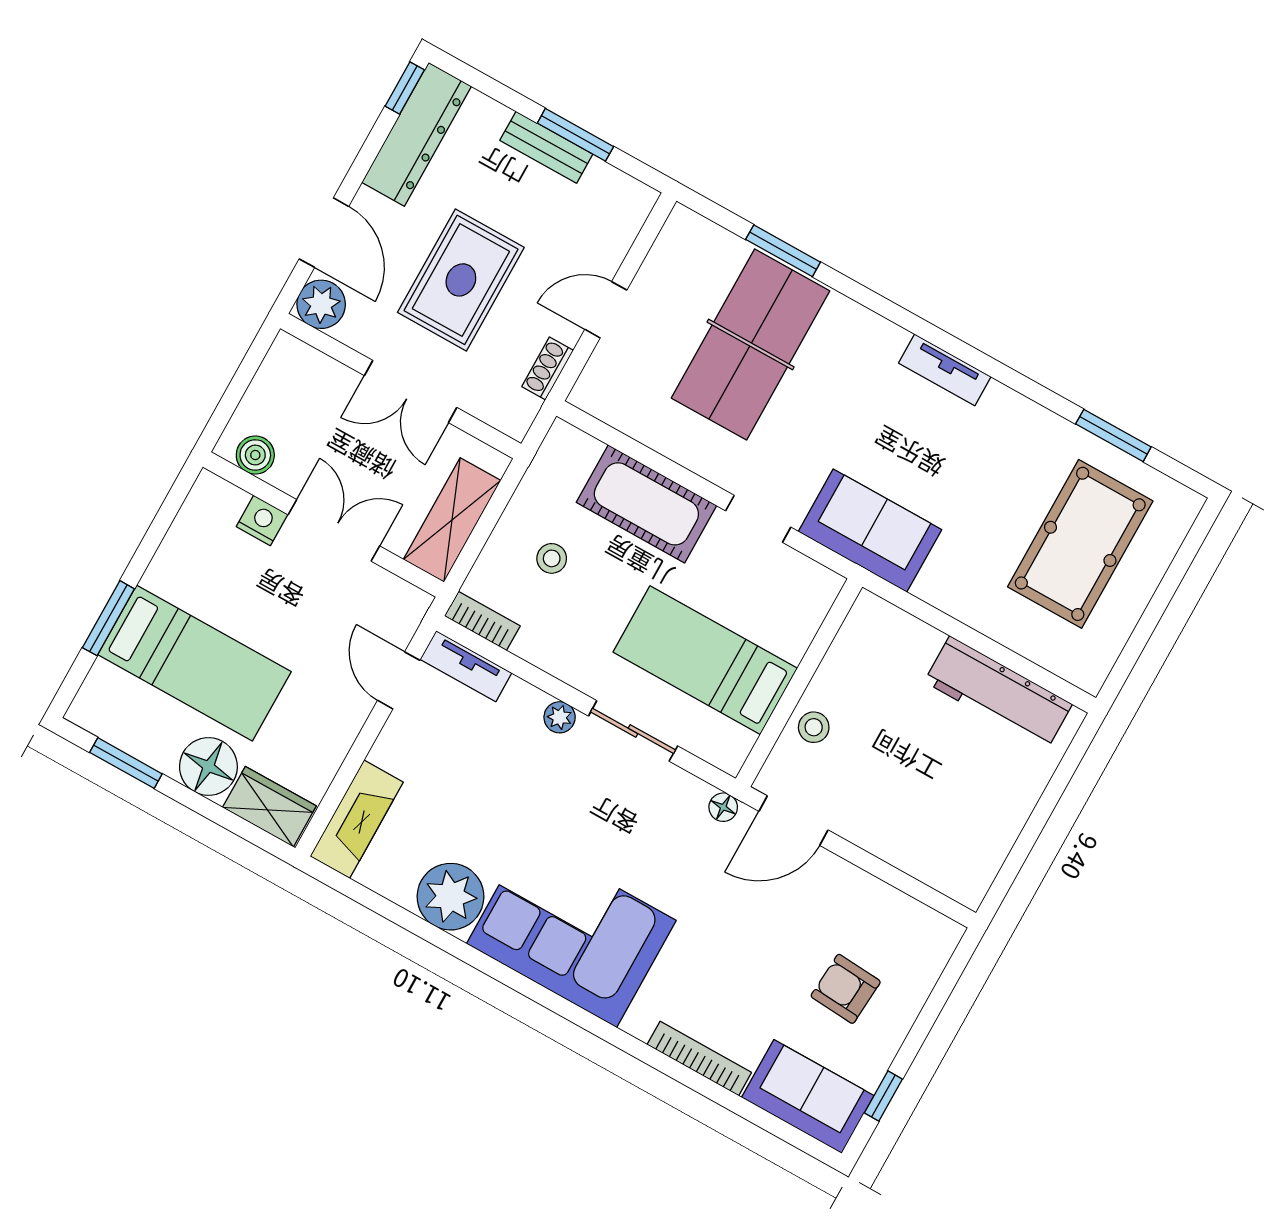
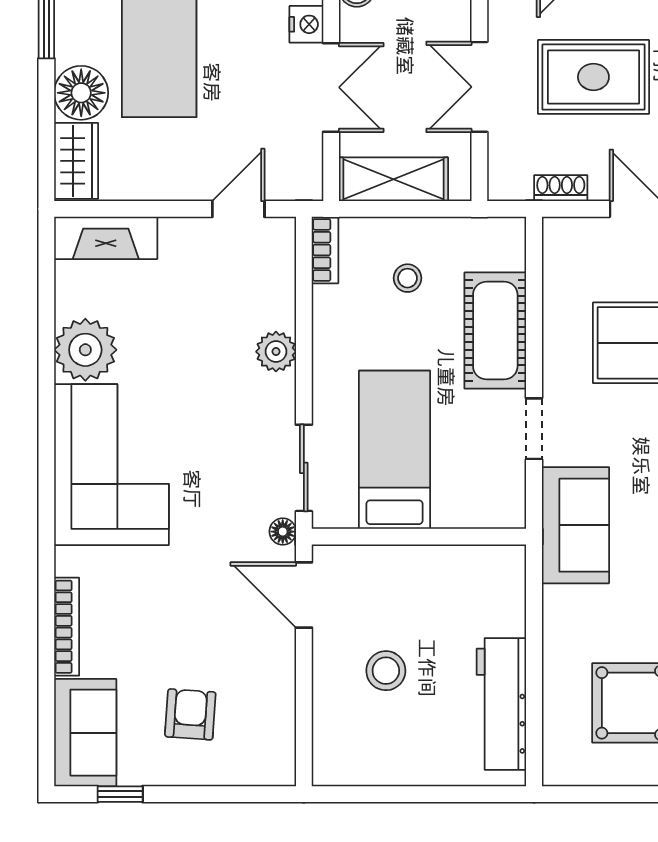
tv unit: (466, 666) -> (281, 257), removed
plant: (560, 717) -> (276, 352), width x1.38, depth x1.38
stool: (814, 727) -> (386, 671), moved, width x1.37, depth x1.37
sliding door: (633, 731) -> (304, 468), moved

